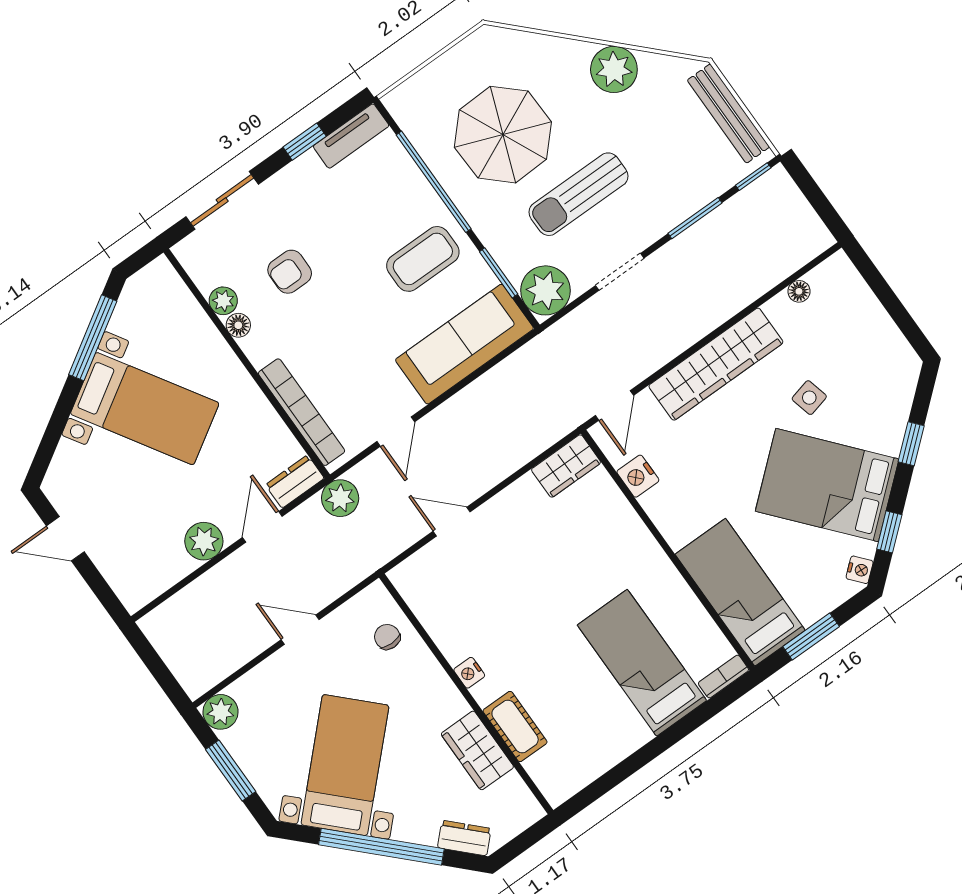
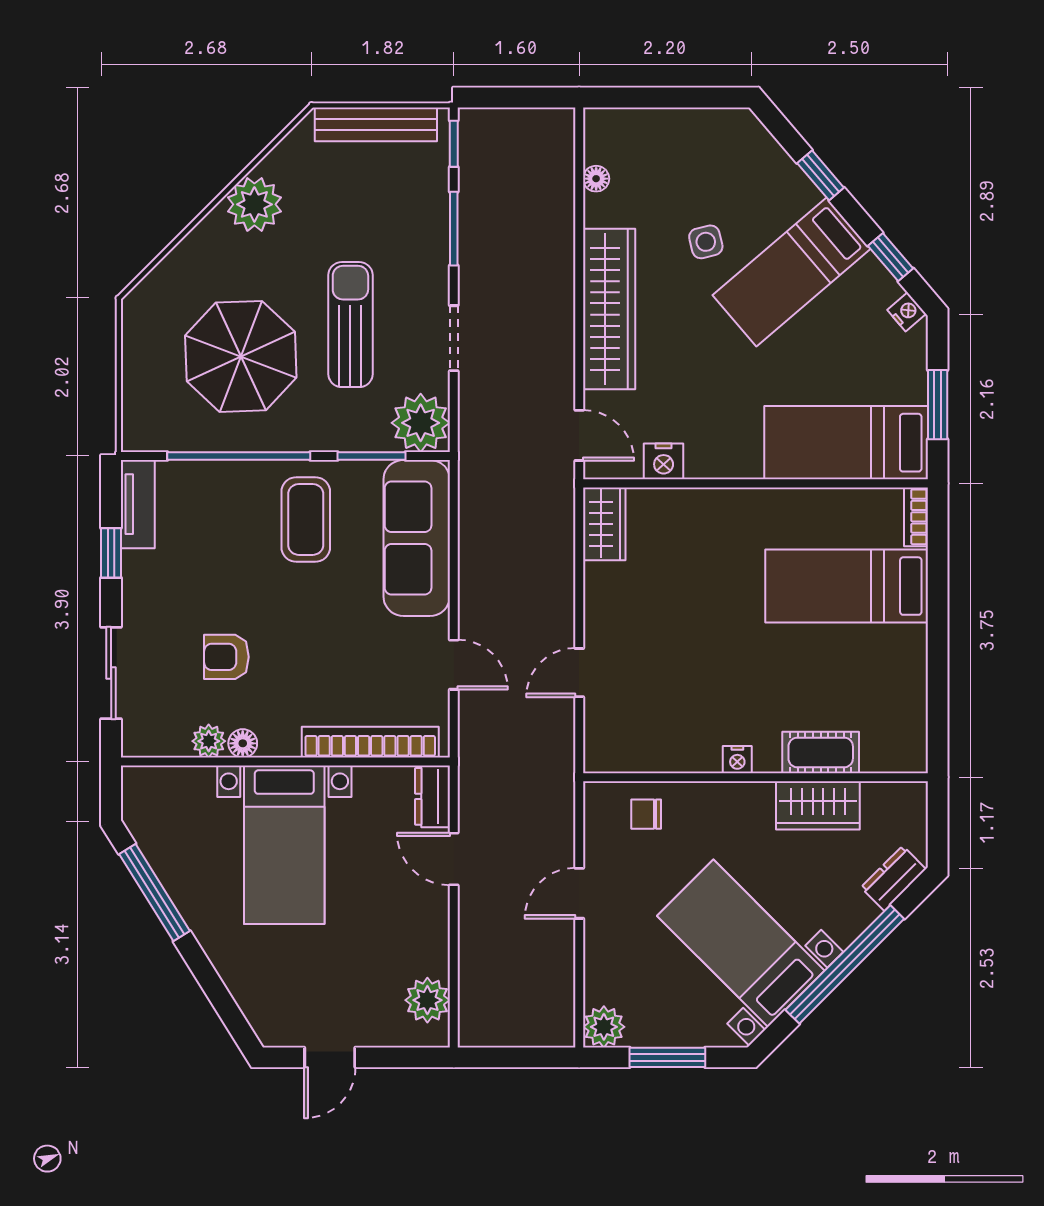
sun lounger: (578, 194) -> (350, 325), turned 180
armchair: (290, 272) -> (226, 657), turned 90
bed with nightstands: (145, 409) -> (284, 845), moved, turned 122
bed: (827, 485) -> (792, 272), width x0.67
plant: (340, 498) -> (480, 764), removed
plant: (204, 541) -> (427, 1000), moved

